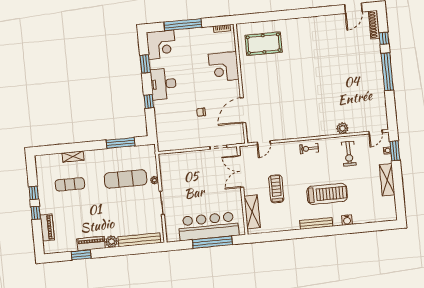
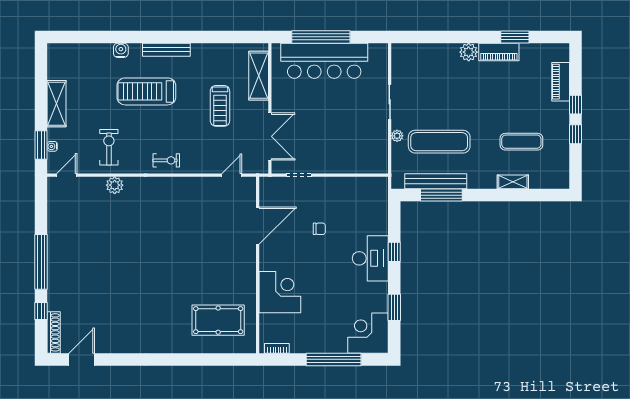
desk: (163, 84) -> (370, 258), moved
bench: (139, 240) -> (436, 181), moved

